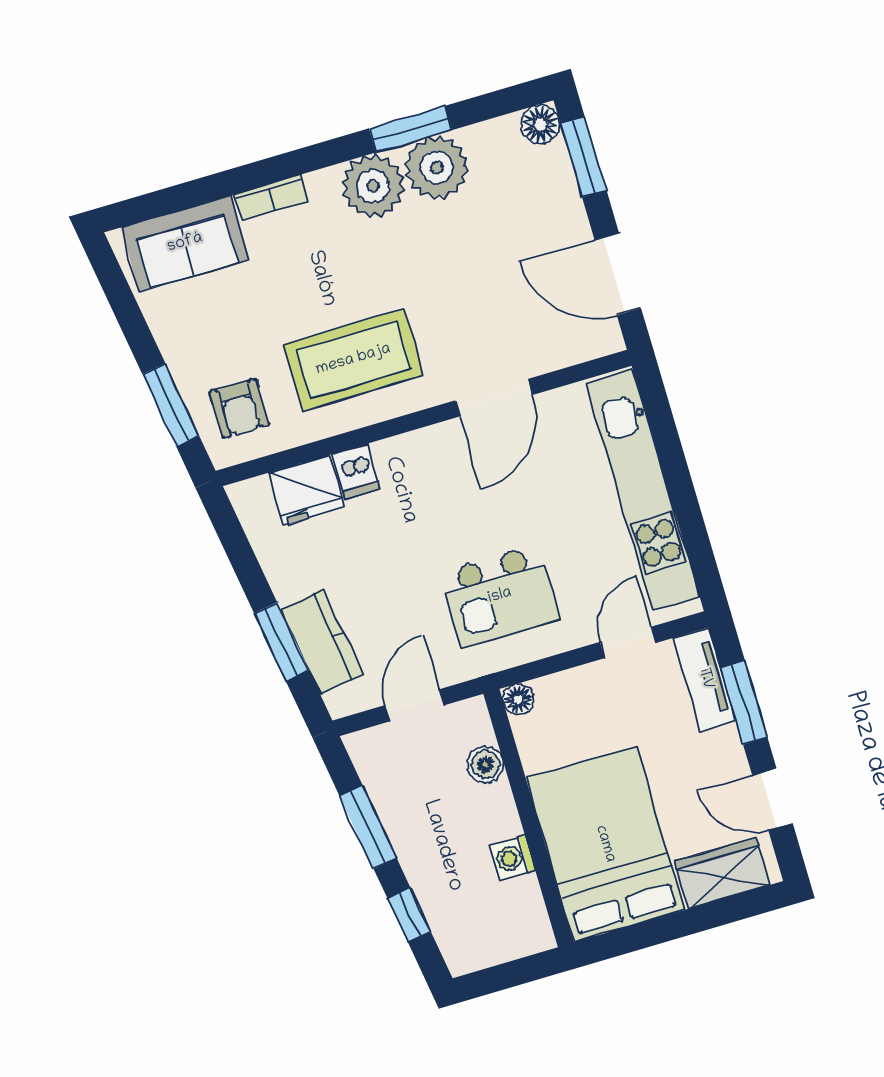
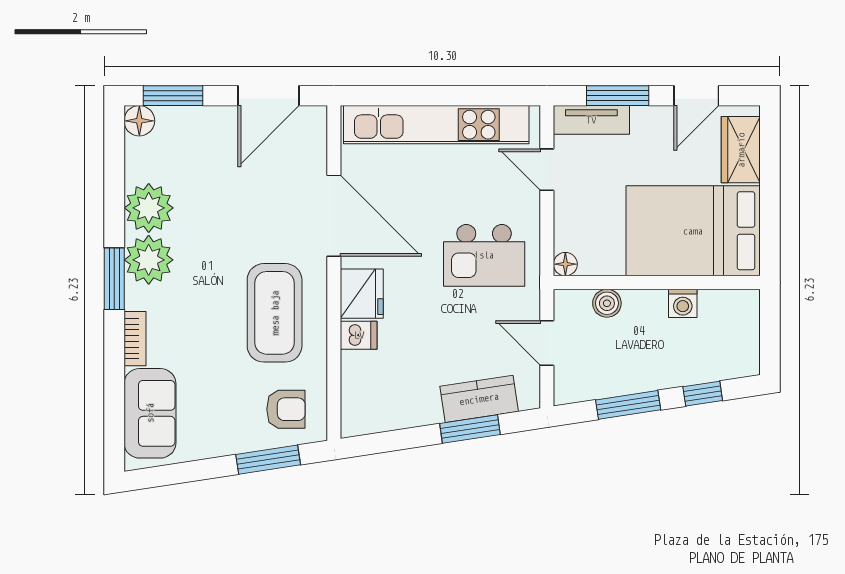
window: (410, 129) -> (114, 279), moved
door: (494, 398) -> (334, 216), width x1.36
fridge: (306, 490) -> (362, 294), moved
kitchen island: (500, 596) -> (484, 255), turned 90

